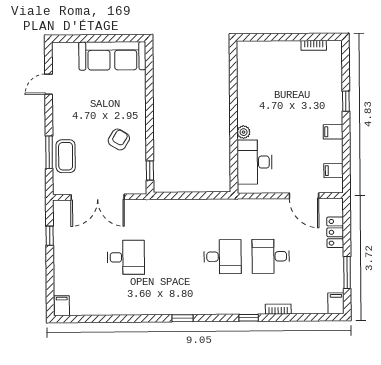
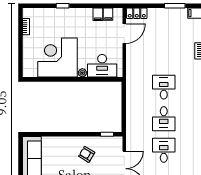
corner desk: (267, 94) -> (58, 57), added
filing cabinet: (333, 132) -> (98, 14), moved
locker: (335, 232) -> (137, 13), moved
desk: (271, 256) -> (164, 119), moved

